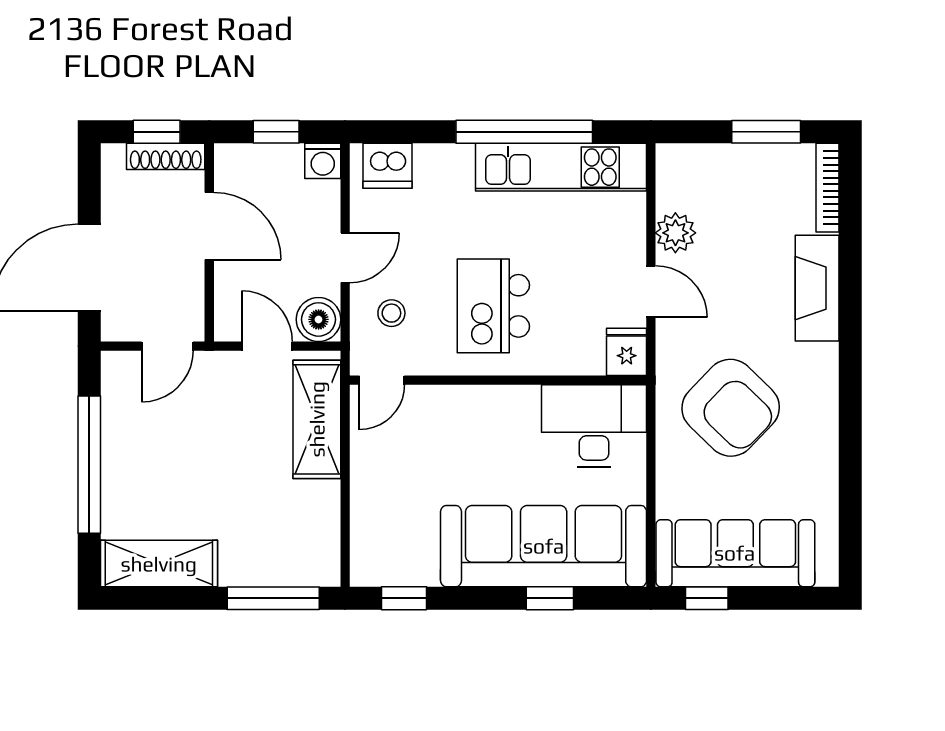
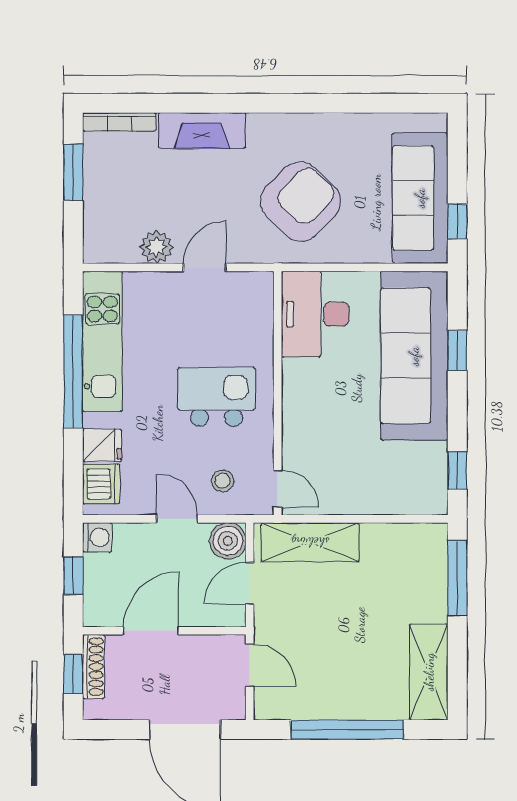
kitchen island: (493, 306) -> (217, 397), turned 180
fridge: (627, 352) -> (102, 445), moved, turned 180

